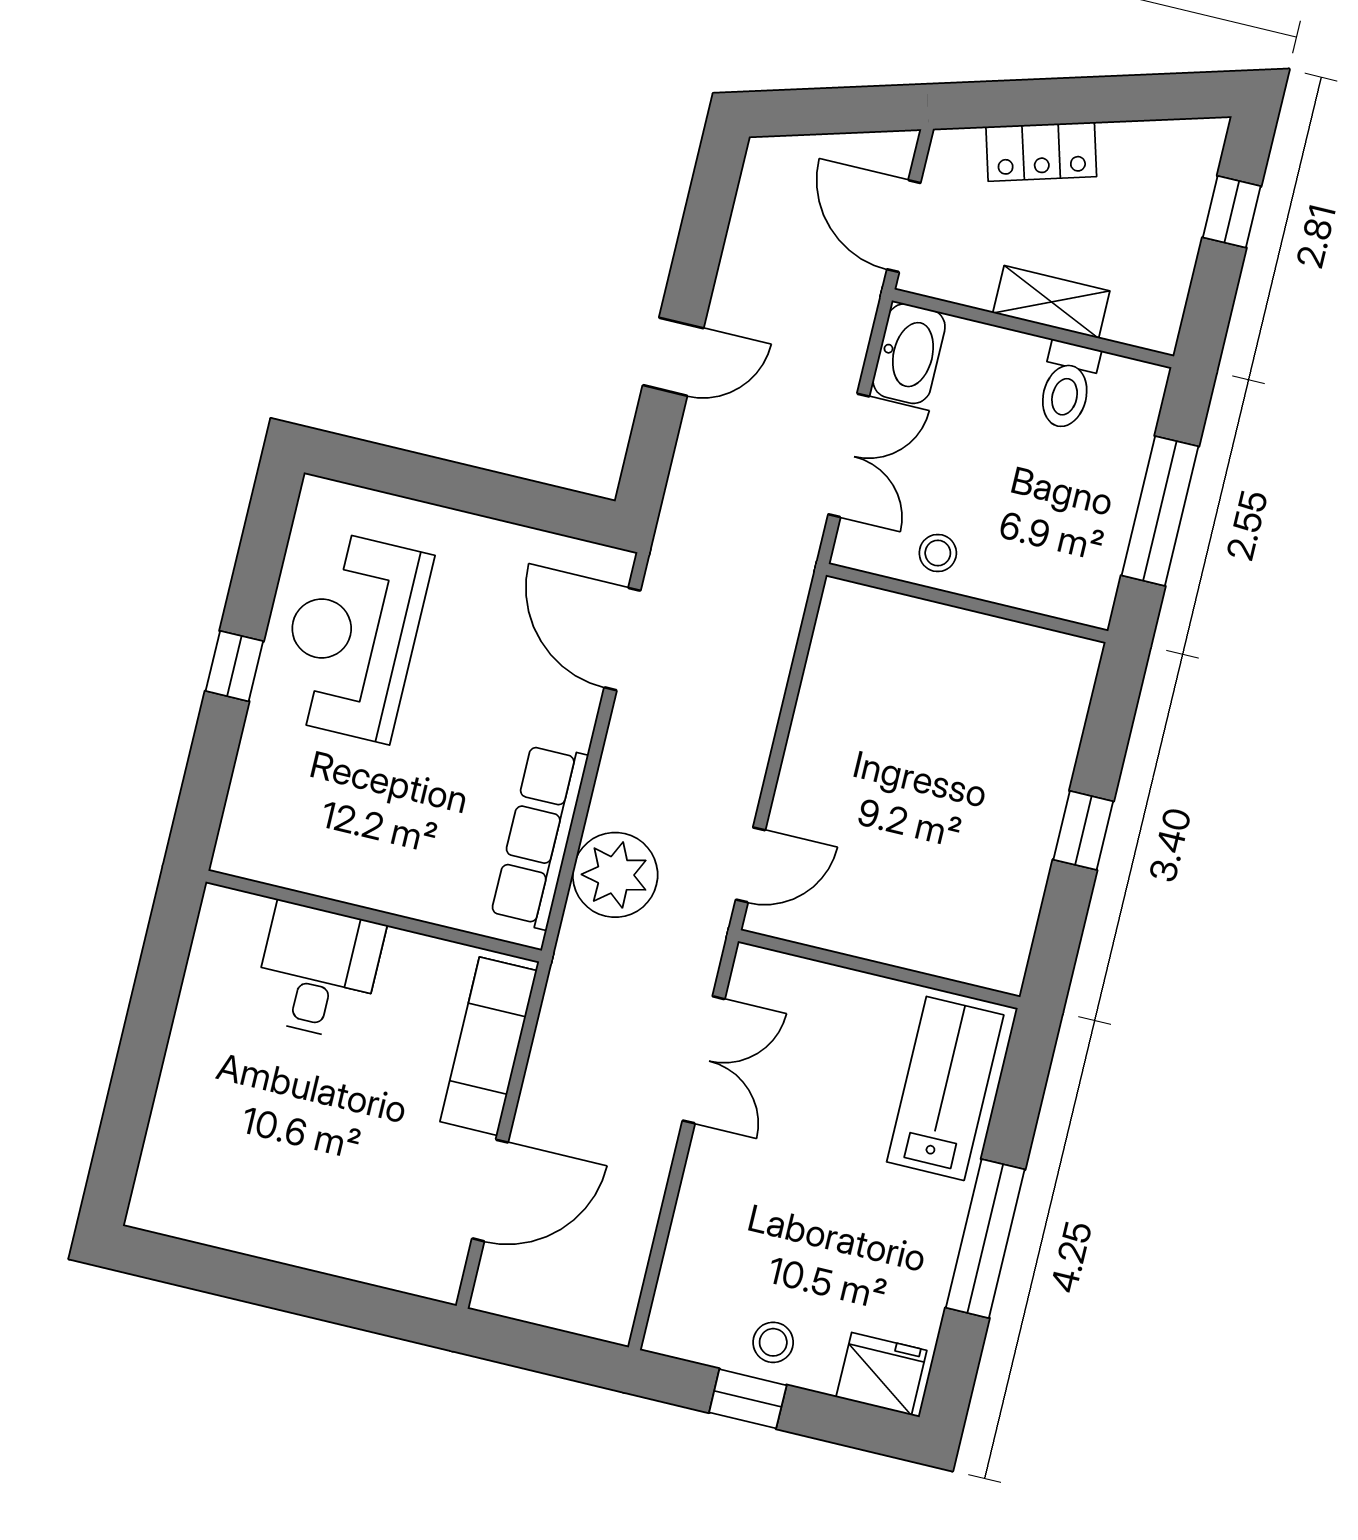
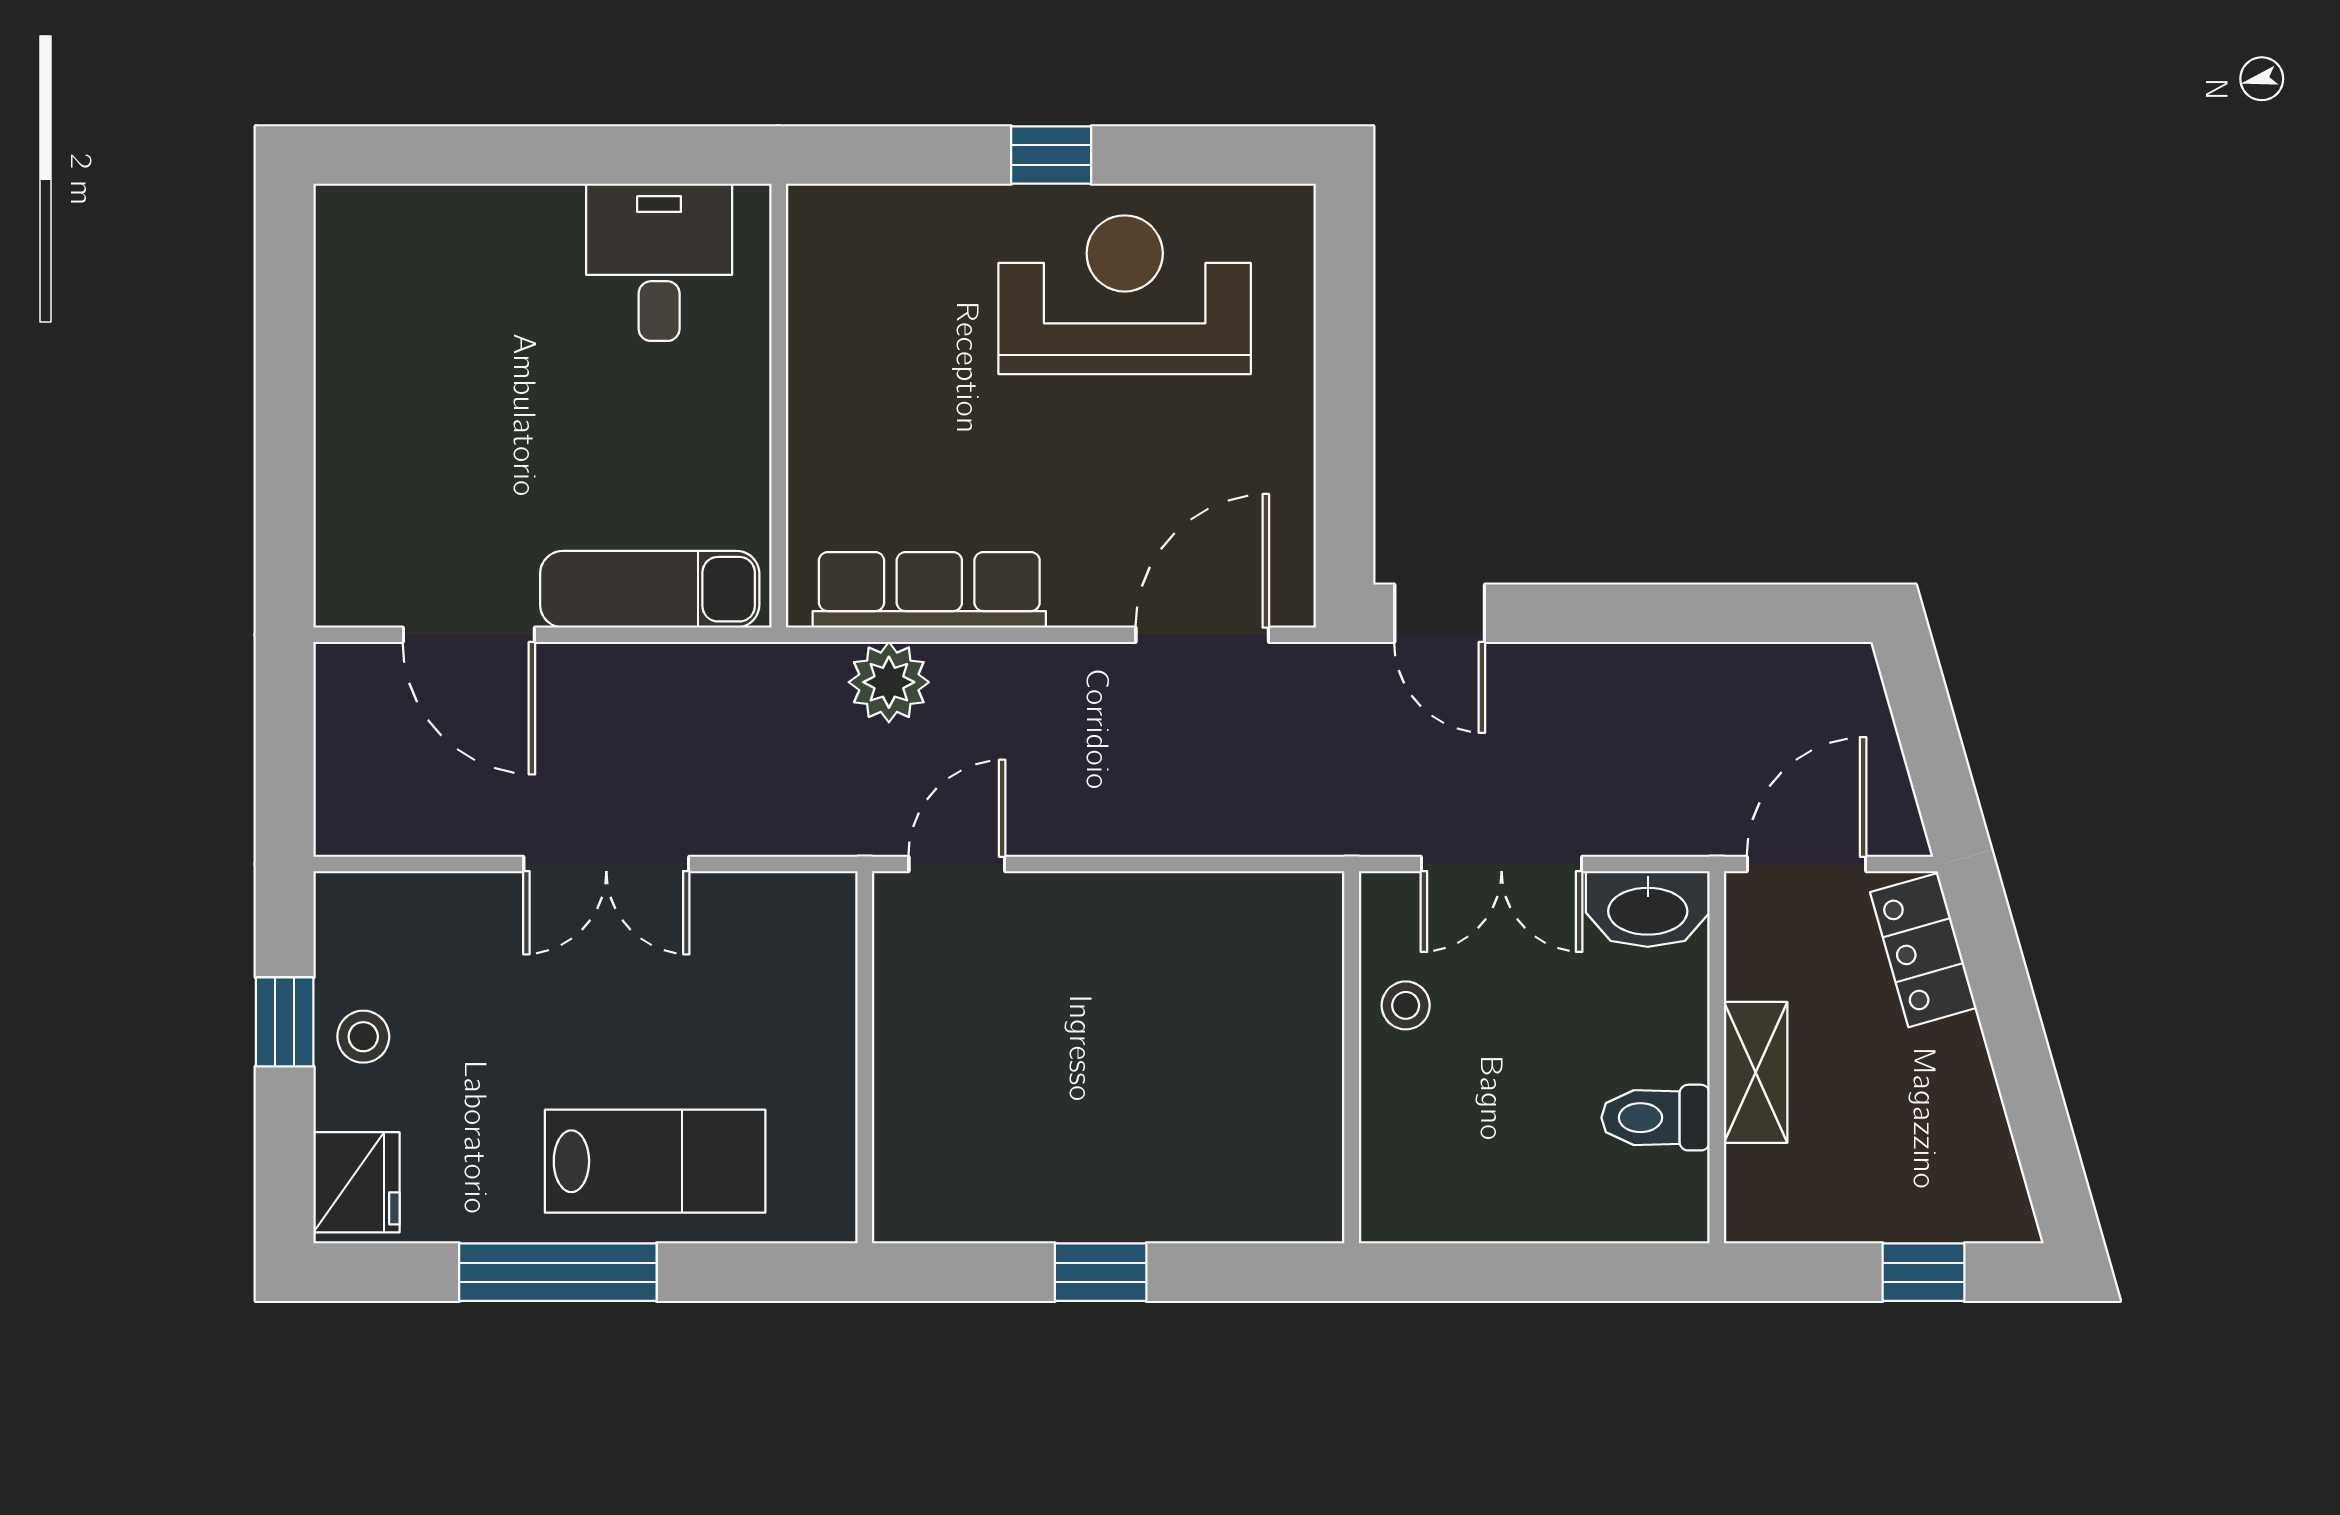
locker: (1041, 152) -> (1923, 950), moved
door: (673, 357) -> (1440, 613), moved
window: (1160, 511) -> (1526, 1272), removed
door: (750, 865) -> (957, 864), swing flipped
plant: (615, 875) -> (889, 682), width x0.73, depth x0.73
desk: (318, 971) -> (659, 262), moved, turned -90
double door: (704, 1060) -> (606, 864), moved
lab bench: (945, 1088) -> (655, 1161), moved

